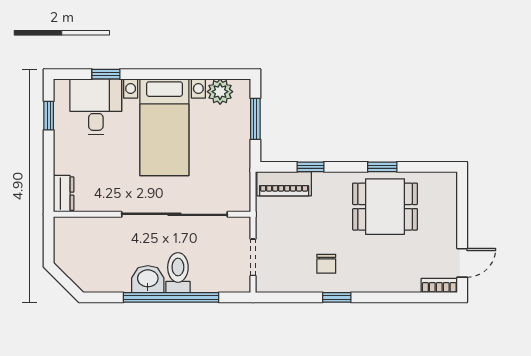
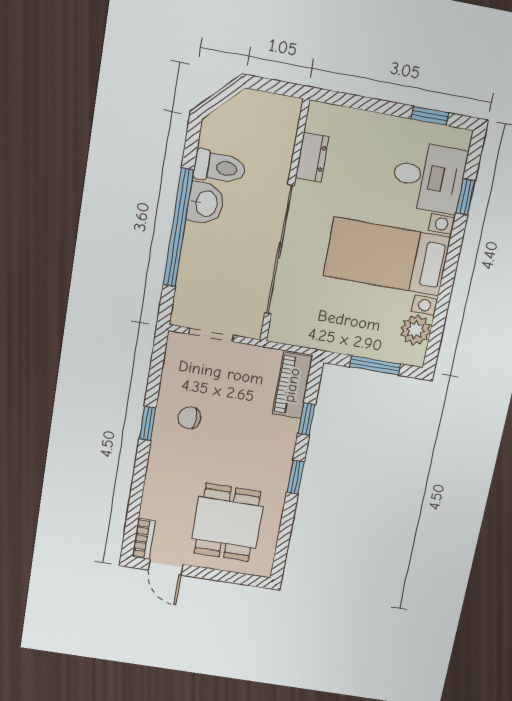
window: (382, 167) -> (295, 477), moved
dresser: (64, 194) -> (312, 157), moved, turned -90
dining table: (385, 207) -> (227, 522), moved
toilet: (178, 273) -> (220, 167), moved

